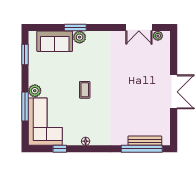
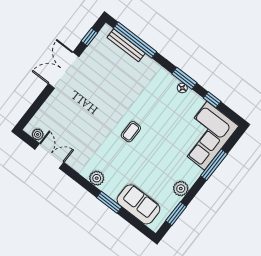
plant: (80, 37) -> (97, 178), moved
coffee table: (85, 90) -> (131, 132), moved
plant: (35, 91) -> (181, 189), moved
window: (174, 127) -> (89, 37), added
window: (89, 149) -> (184, 78), added

